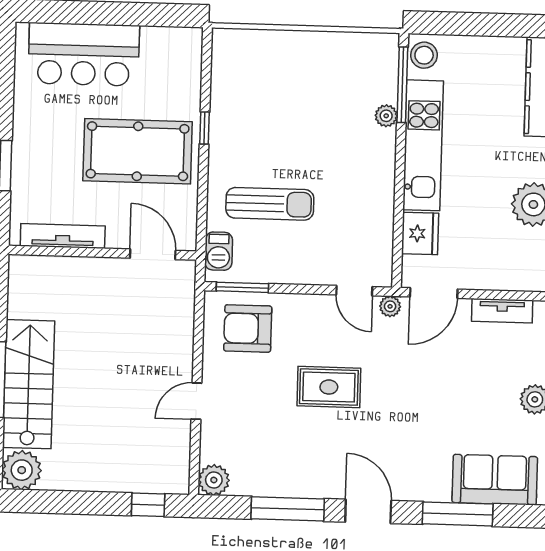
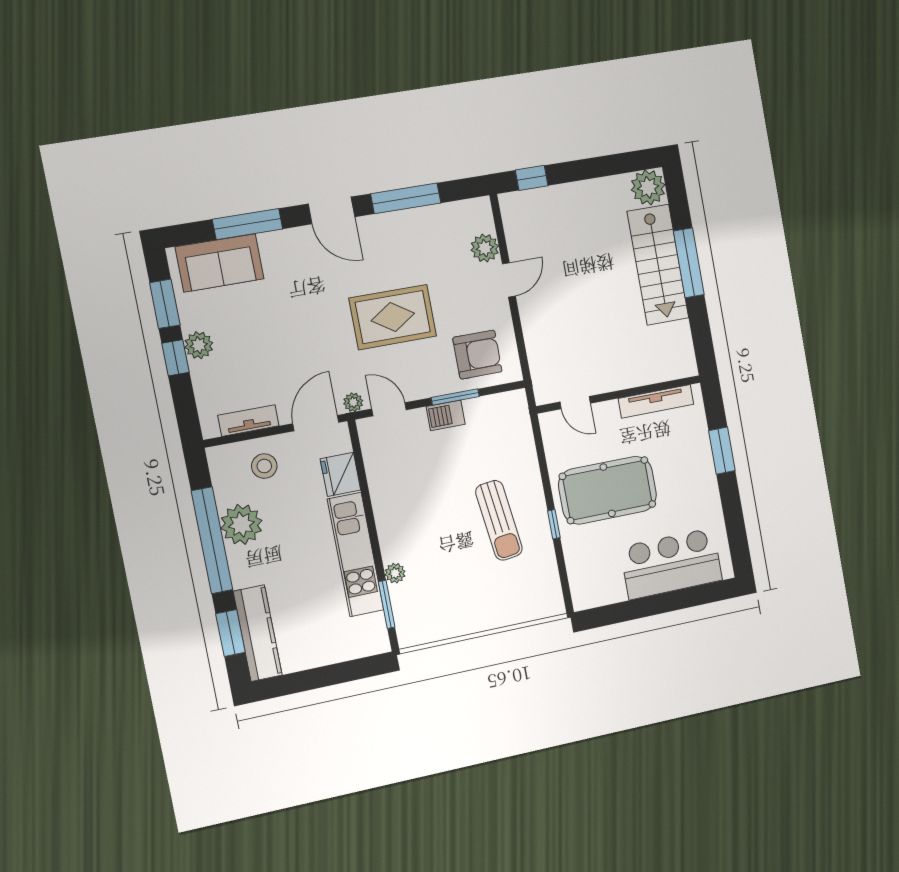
stool: (424, 55) -> (264, 466), moved
window: (402, 85) -> (387, 604), width x0.69
sun lounger: (270, 204) -> (499, 520), moved, turned -97
barbecue: (219, 251) -> (446, 415), moved, turned -90
door: (153, 254) -> (575, 403), width x0.73
window: (242, 287) -> (455, 397), moved
rug: (329, 387) -> (393, 317), width x1.36, depth x1.43
plant: (214, 480) -> (485, 248), moved

